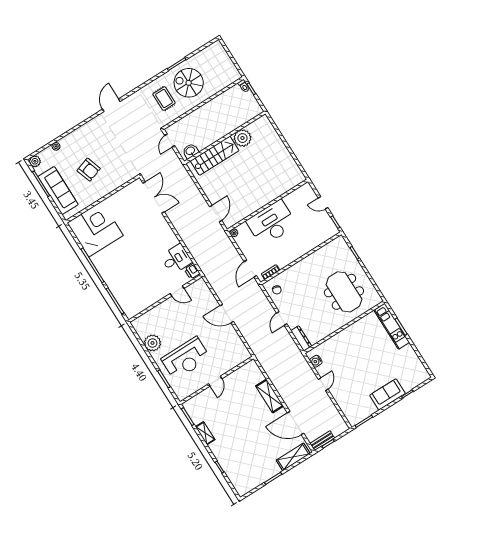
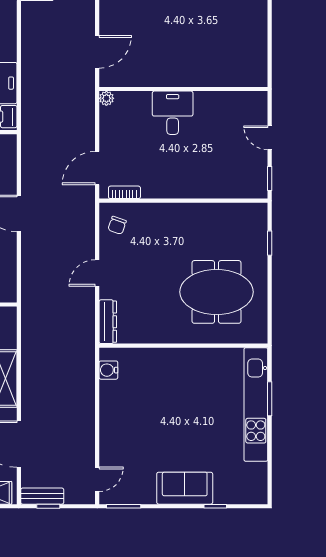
desk: (272, 223) -> (173, 113), width x0.53, depth x0.77
meeting table: (344, 292) -> (216, 292), turned 90
kitchen unit: (392, 326) -> (256, 404), width x1.36
door: (323, 384) -> (97, 479), moved

